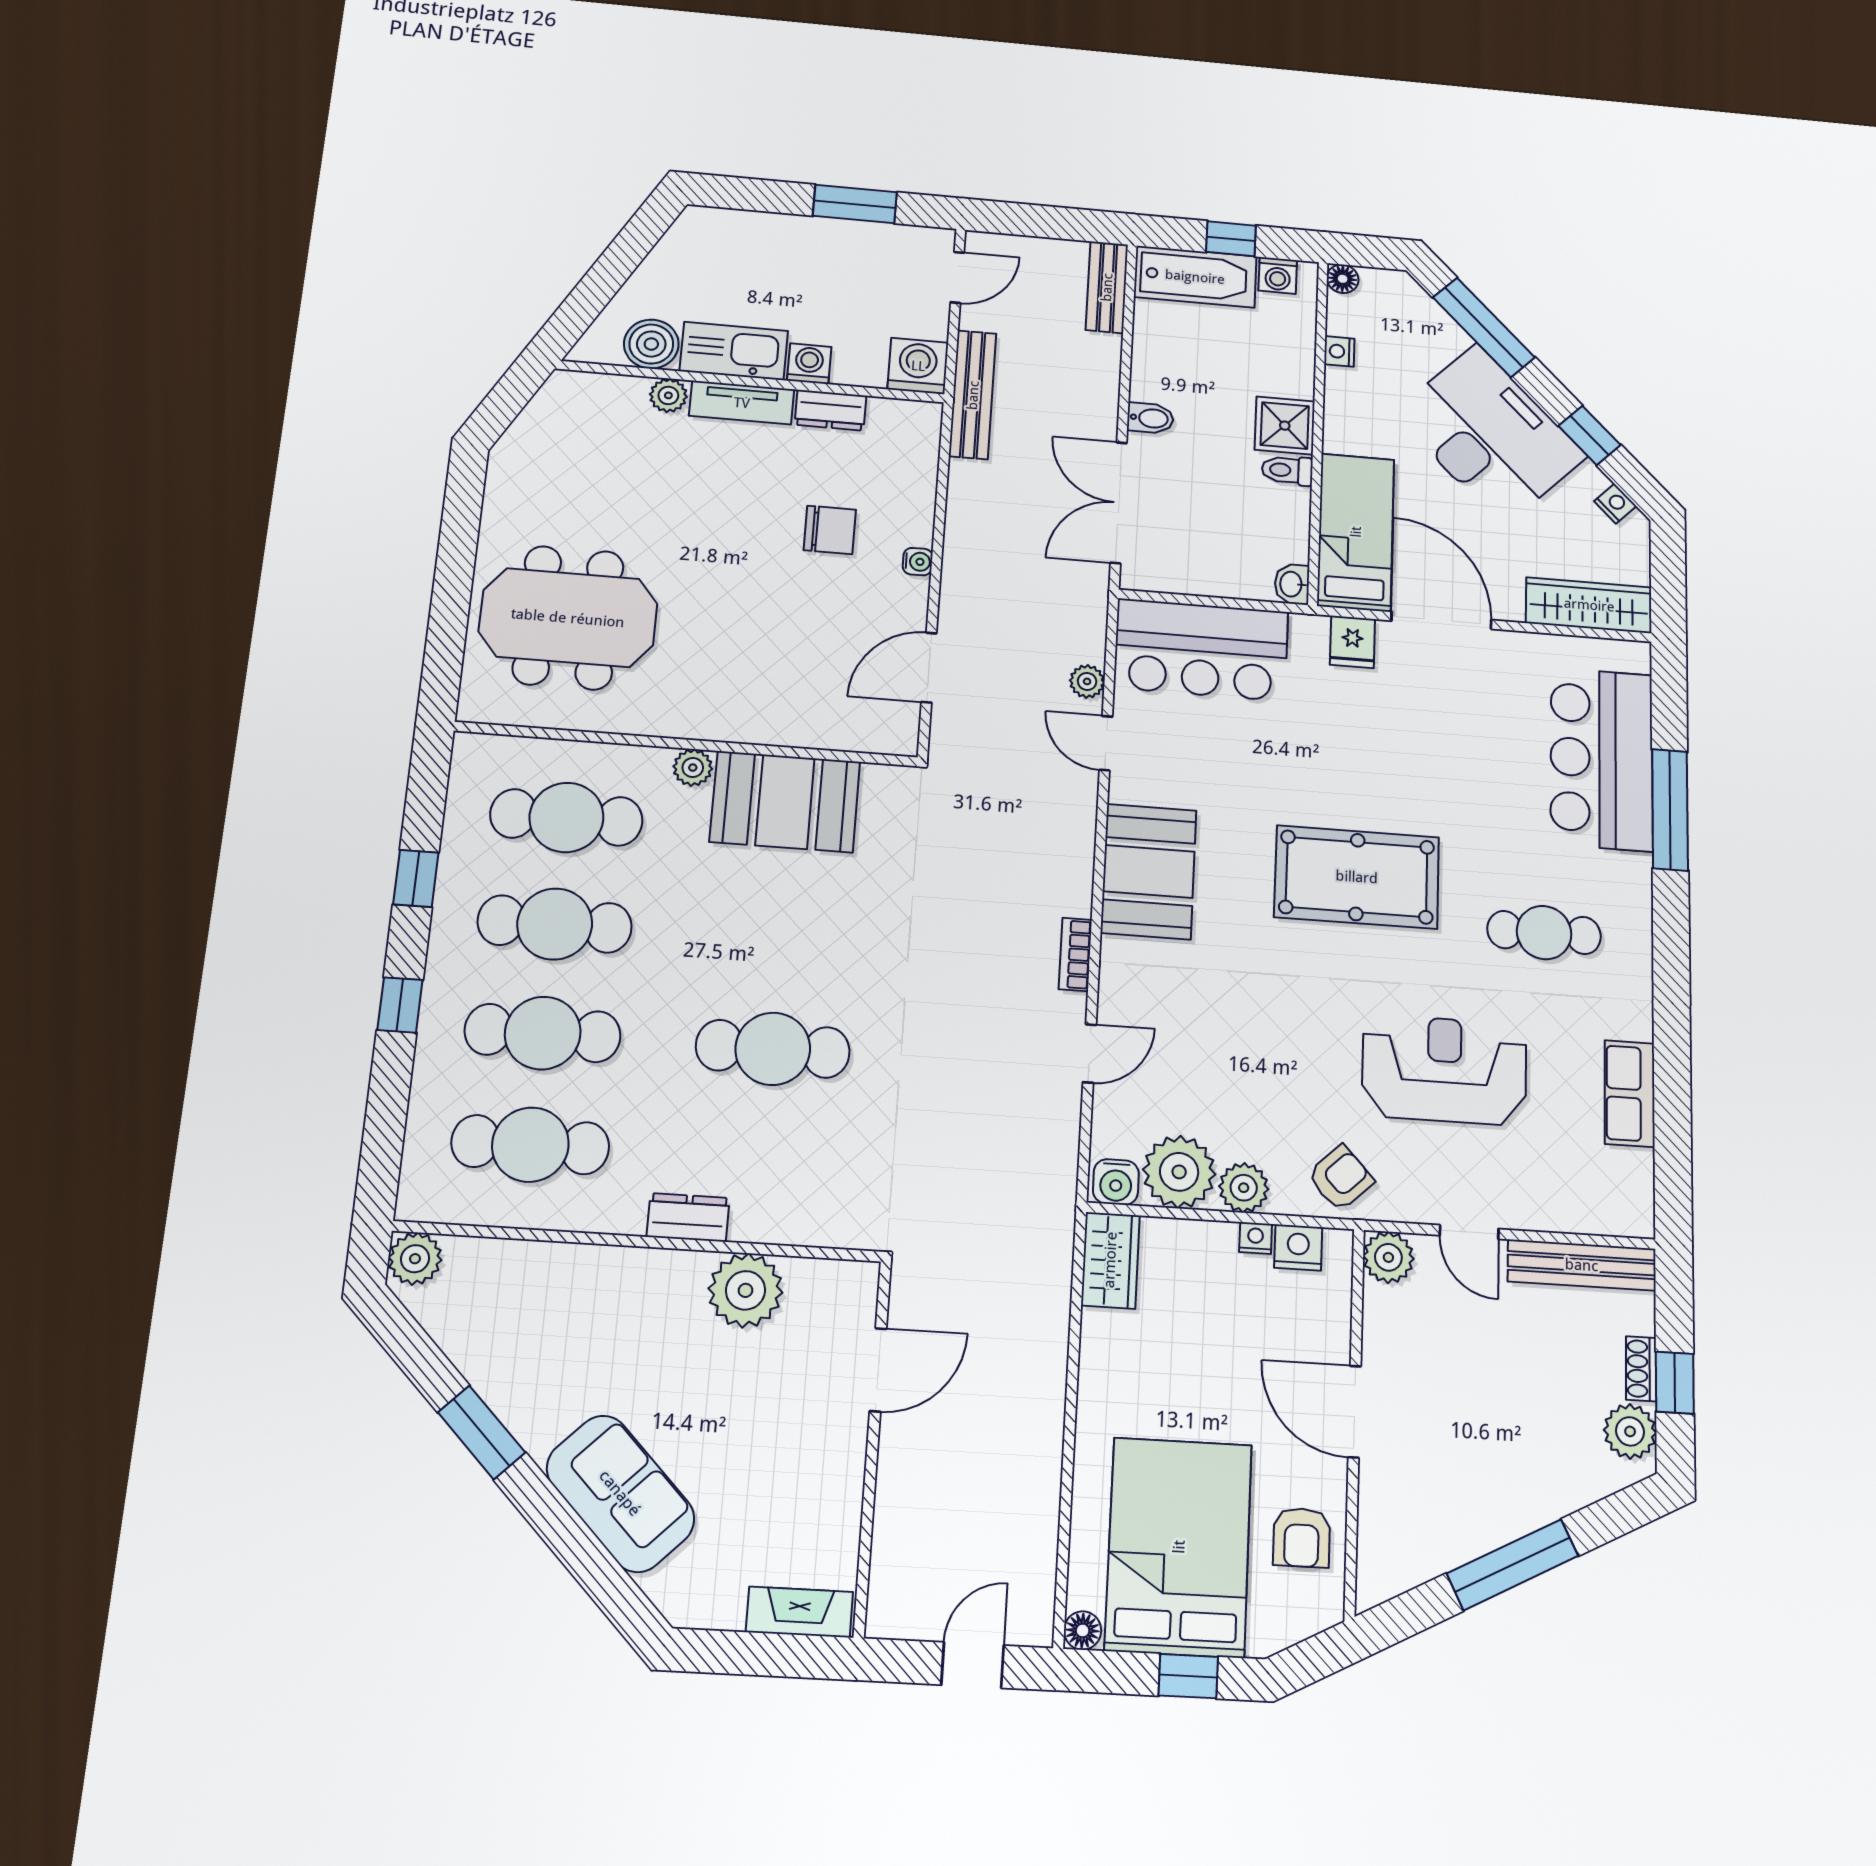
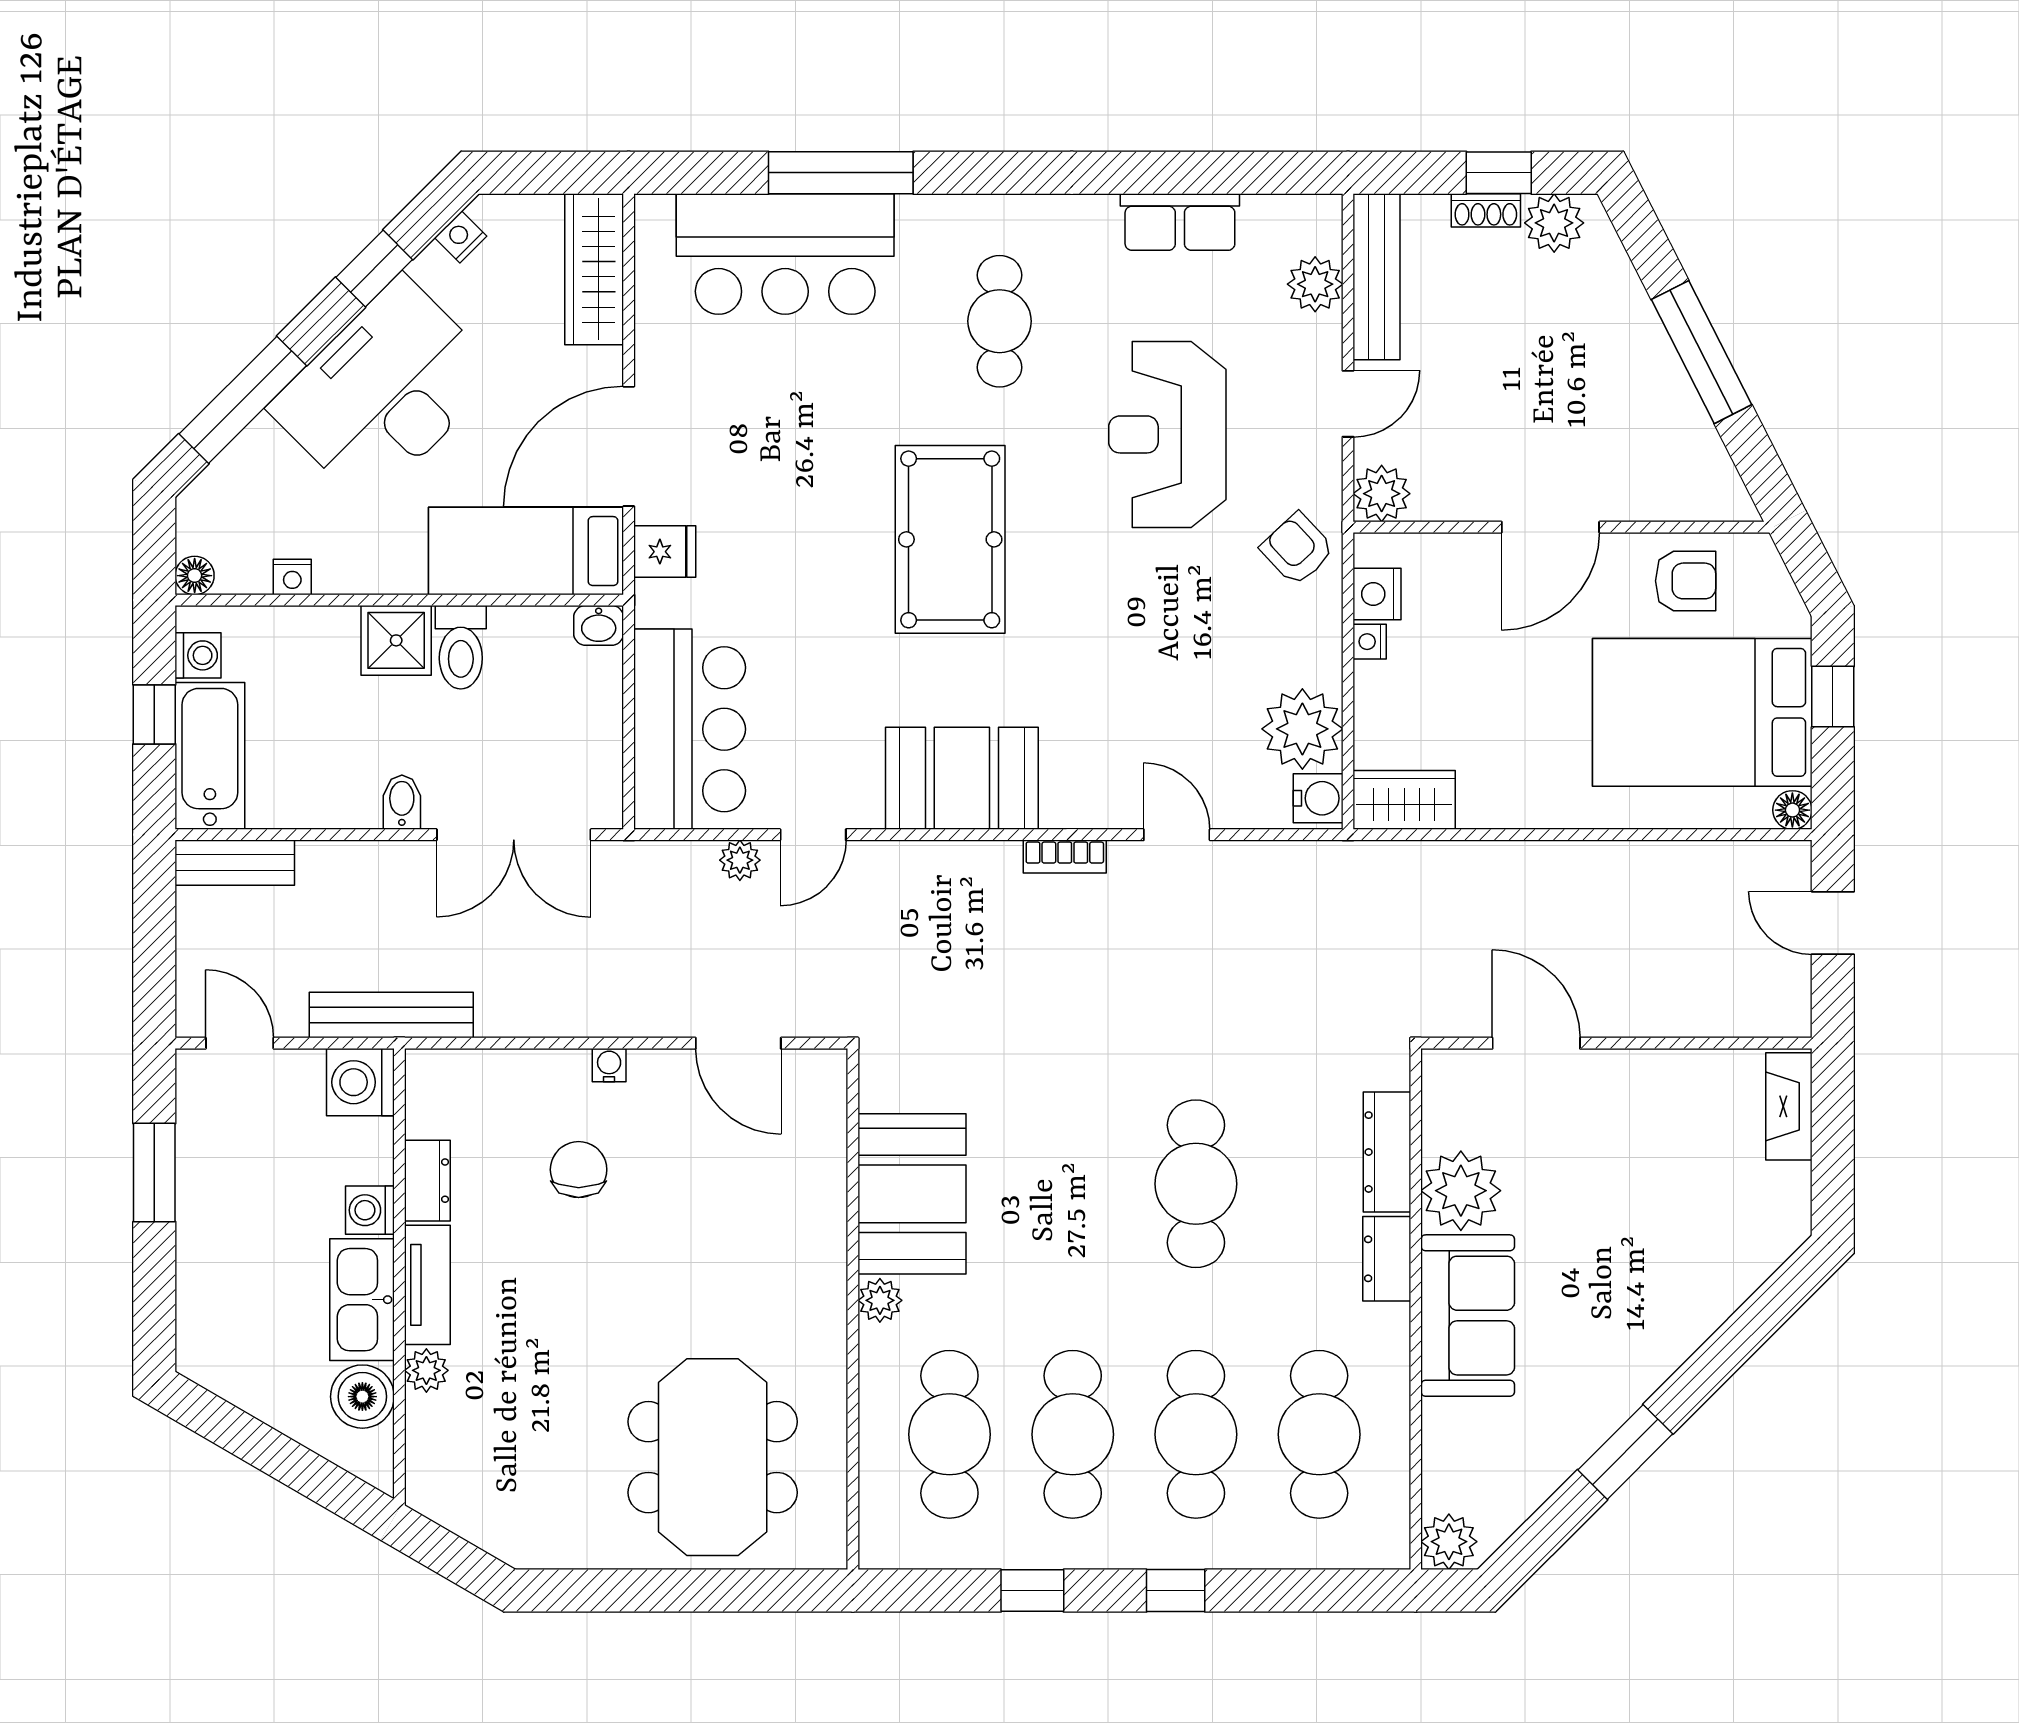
toilet: (1287, 470) -> (461, 647), width x1.37, depth x1.39
plant: (1244, 1188) -> (1315, 284), moved
dresser: (787, 1224) -> (1387, 1152), added
sofa: (620, 1493) -> (1468, 1316), moved, turned 135

